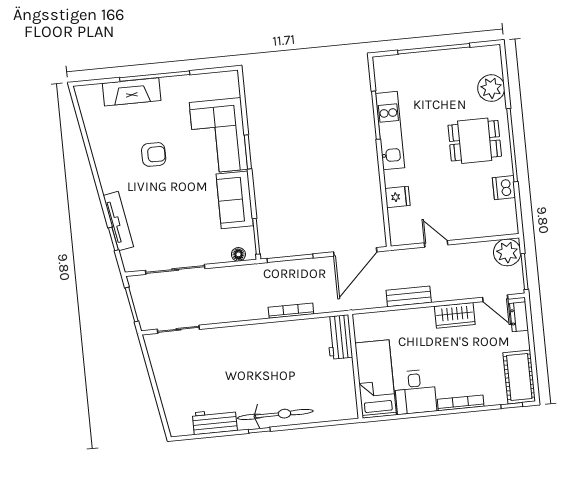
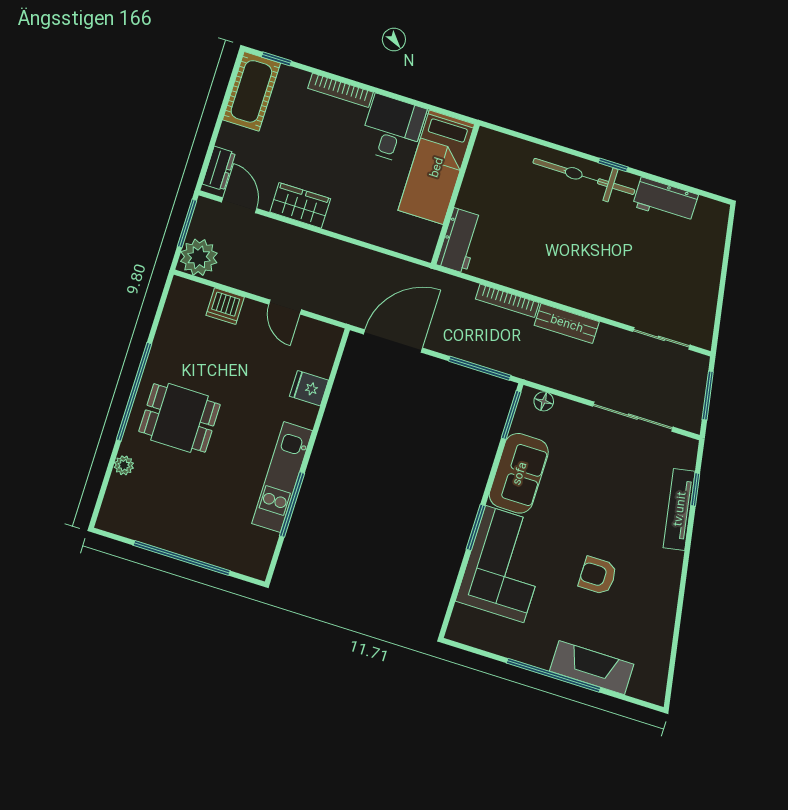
plant: (491, 88) -> (124, 465), width x0.53, depth x0.53
dishwasher: (504, 188) -> (225, 306), moved, turned 90
bench: (409, 296) -> (567, 323), moved

